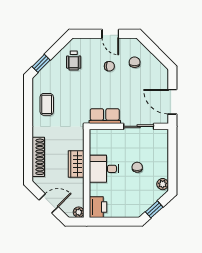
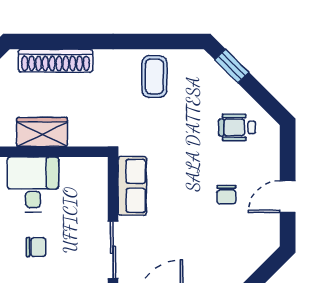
chair: (135, 62) -> (234, 242), removed
coffee table: (47, 104) -> (154, 77), turned 90

